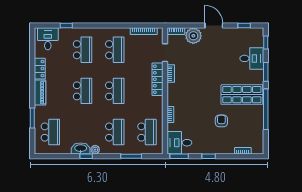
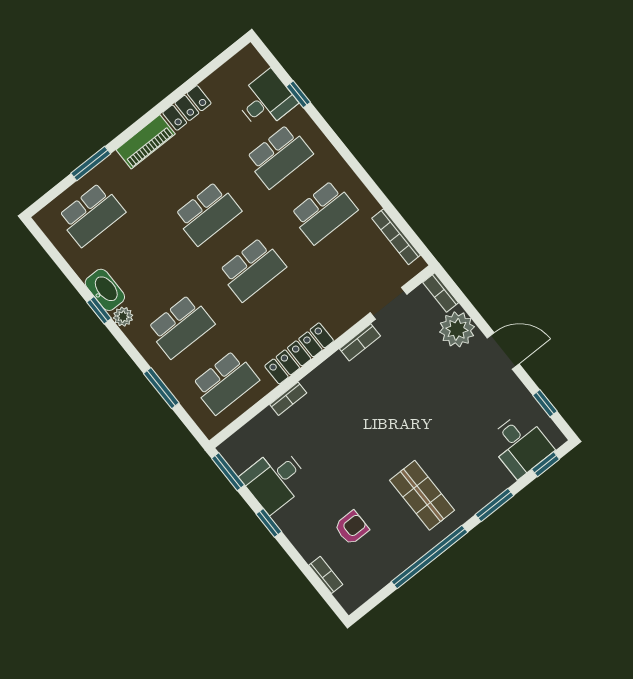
door: (214, 26) -> (503, 351), hinge flipped
desk: (48, 39) -> (266, 101), moved
desk: (252, 58) -> (520, 445), moved
locker: (158, 79) -> (299, 353), moved
shop shelf: (242, 95) -> (422, 495), width x0.70, depth x0.74
armchair: (221, 121) -> (352, 528), moved
desk: (179, 143) -> (275, 480), moved, turned -90

